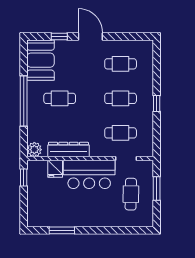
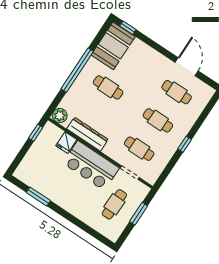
window: (59, 36) -> (128, 28), moved
door: (90, 36) -> (187, 67), moved

